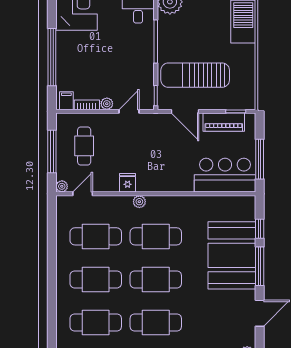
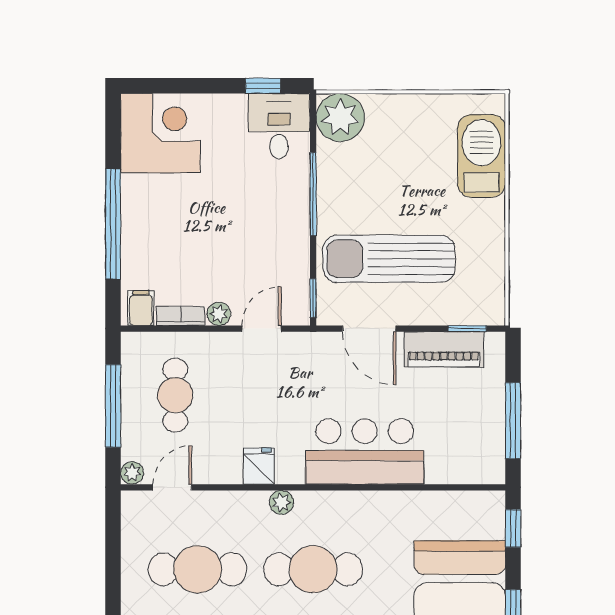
bar counter: (225, 175) -> (365, 451), moved
window: (260, 229) -> (513, 528), moved

